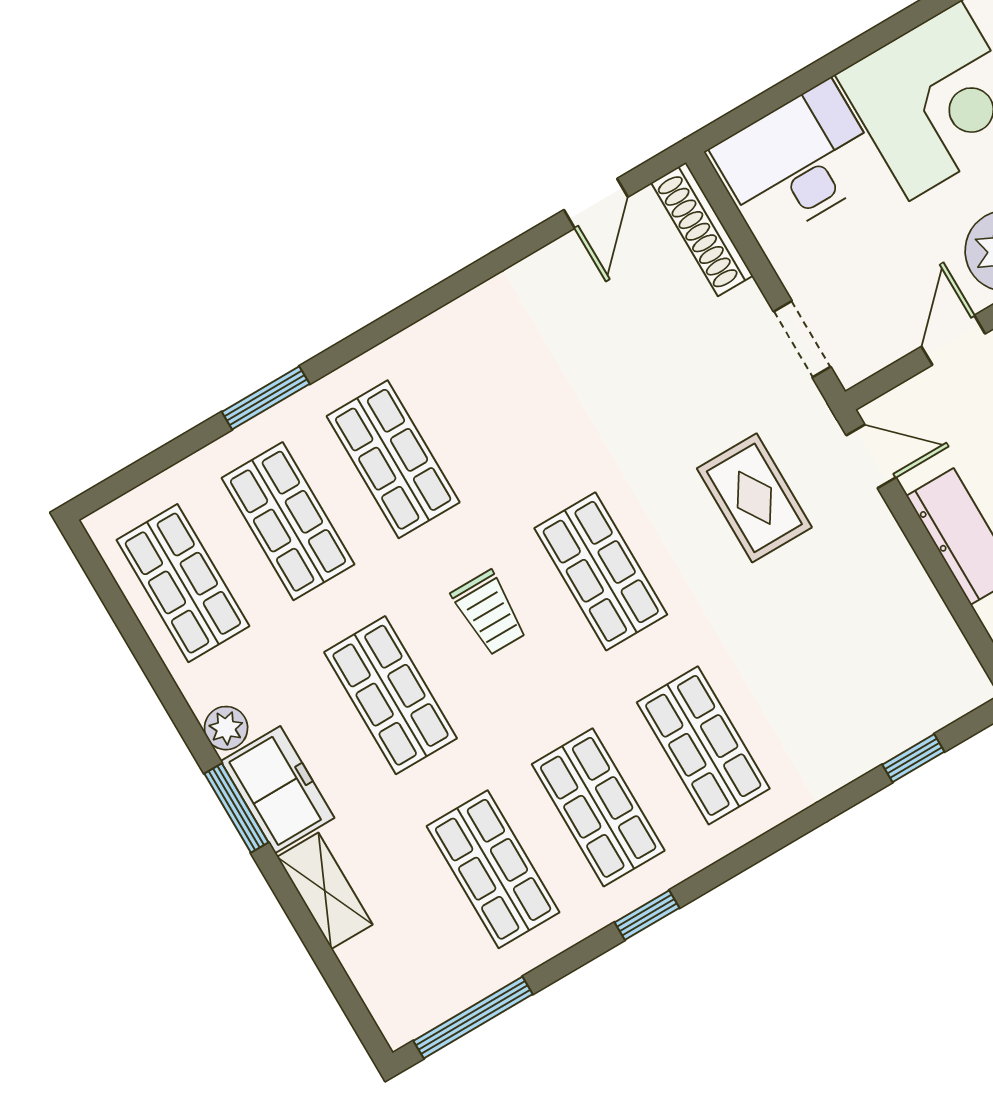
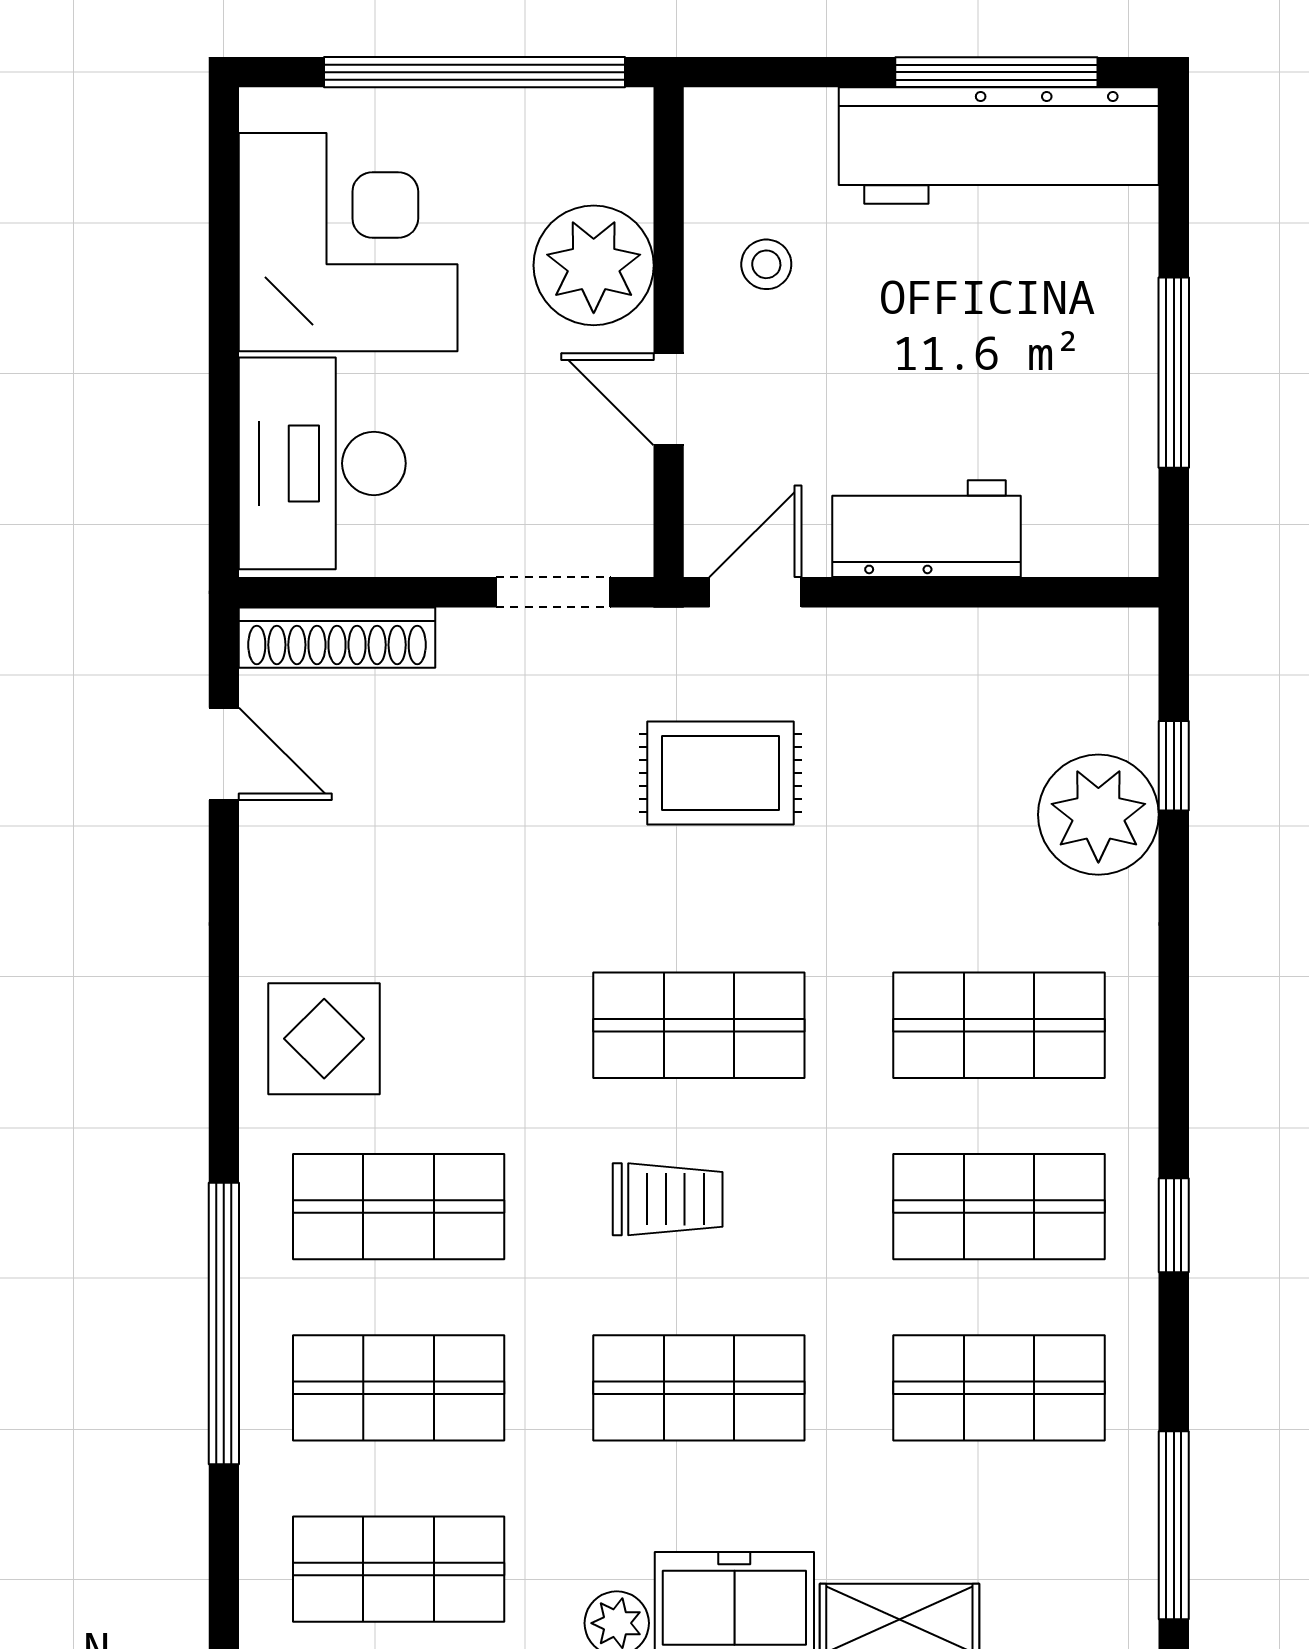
display table: (465, 359) -> (324, 1039), added
window: (266, 398) -> (224, 1323), width x2.11
plant: (859, 731) -> (1098, 815), added

